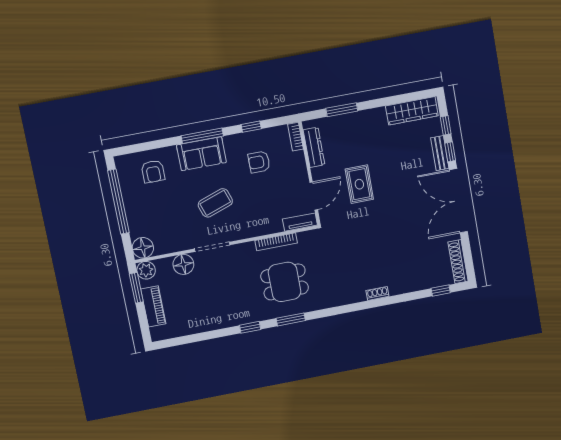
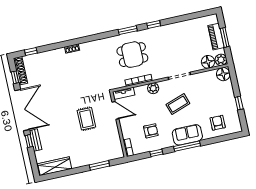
window: (446, 125) -> (15, 77), moved
dresser: (314, 147) -> (116, 141), removed
door: (314, 196) -> (115, 110), swing flipped
window: (118, 202) -> (239, 103), width x0.32
plant: (254, 229) -> (153, 88), added
floor lamp: (183, 264) -> (208, 62), moved
window: (136, 288) -> (225, 37), moved

